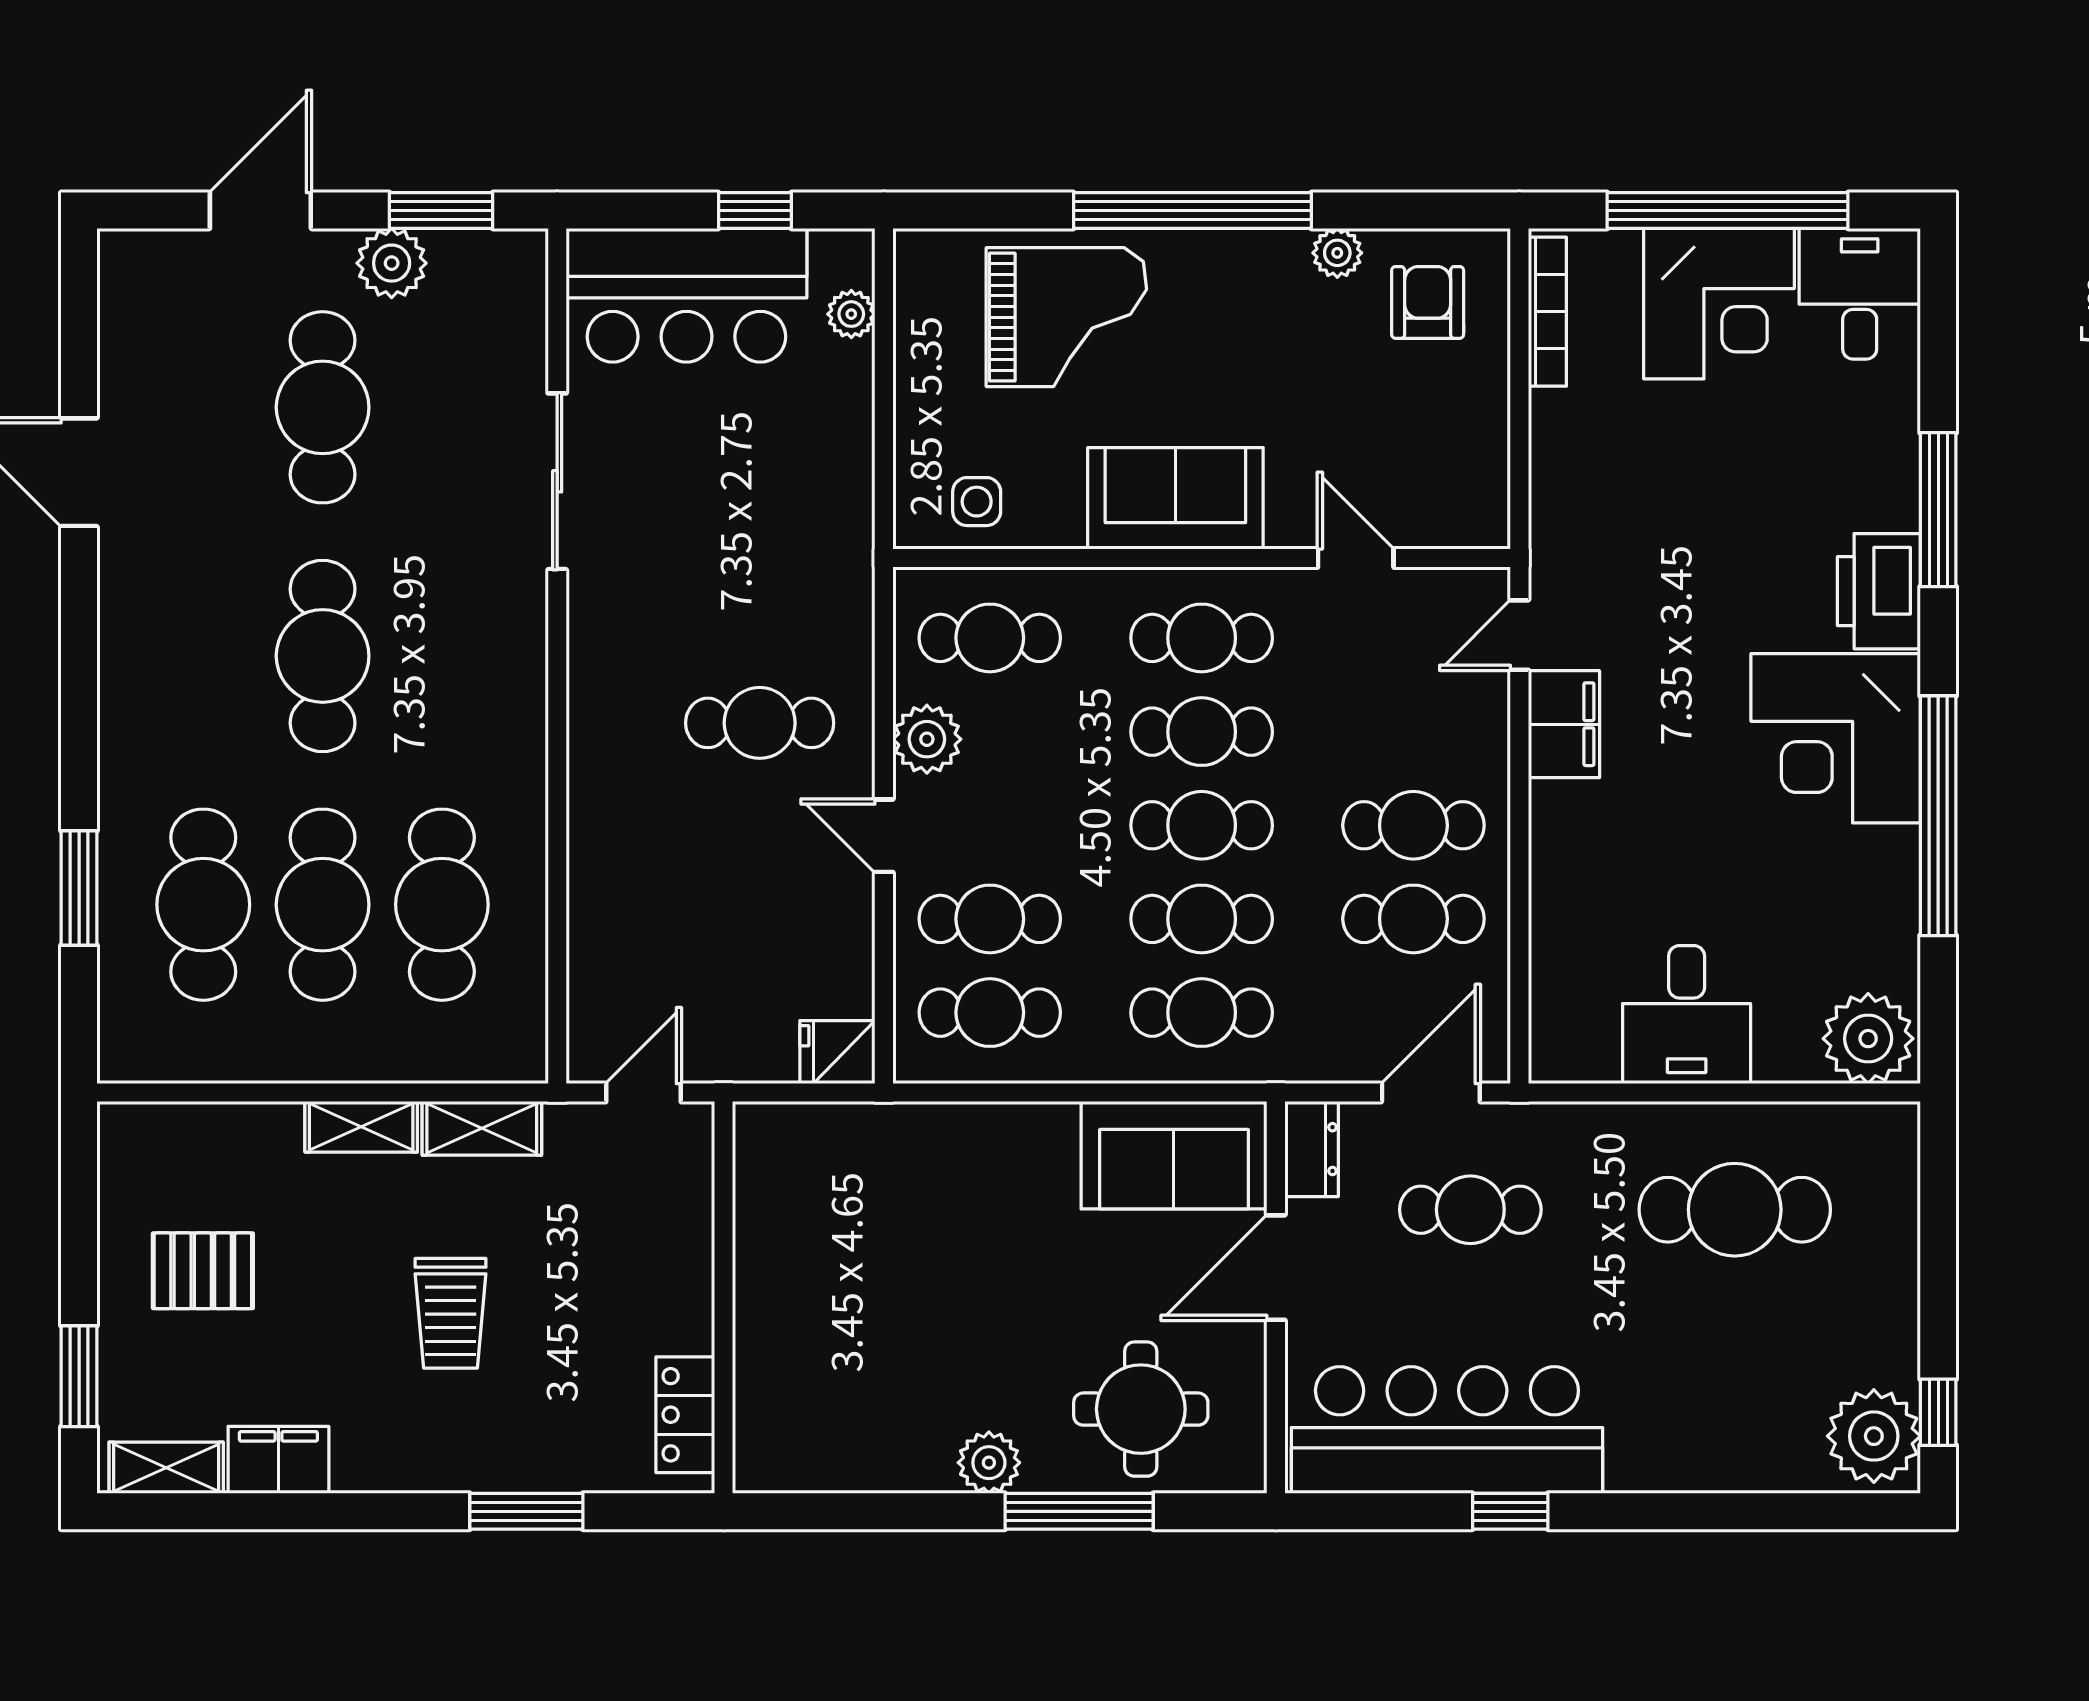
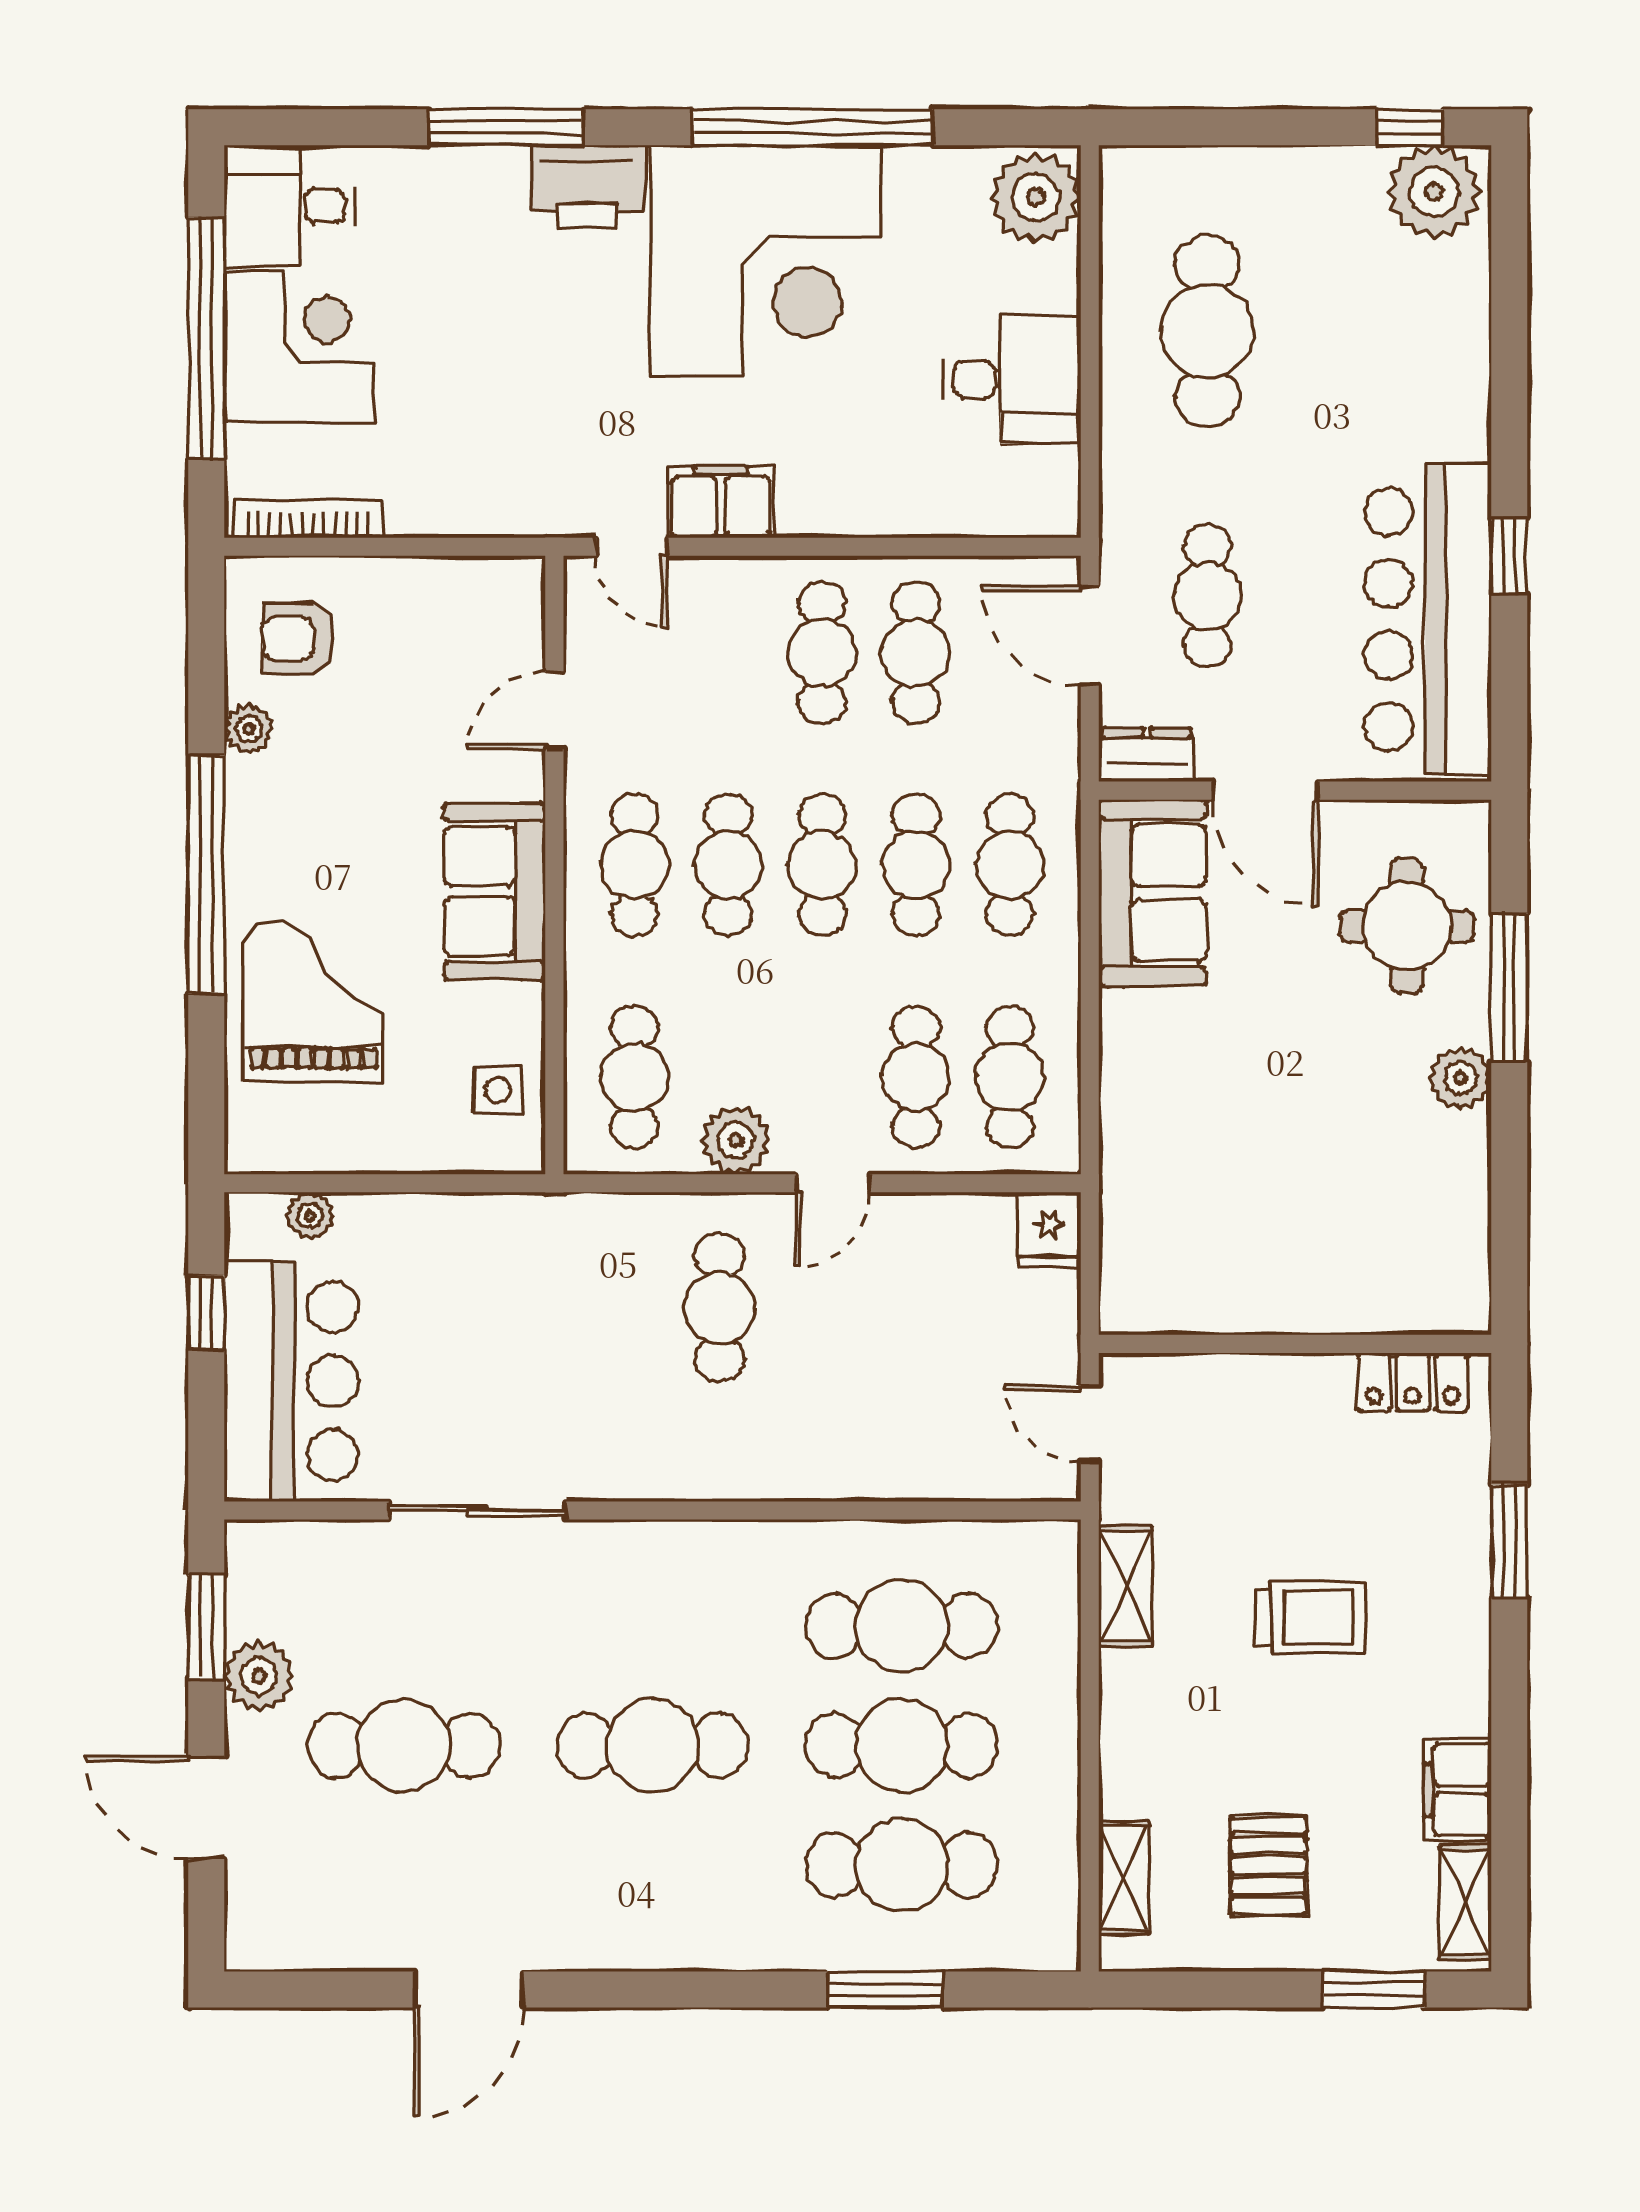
corner desk: (1836, 738) -> (766, 261), width x1.36, depth x1.36
shelving: (361, 1127) -> (1124, 1878), moved

